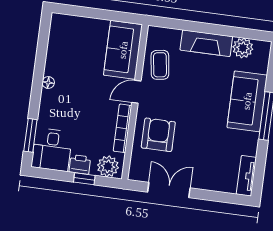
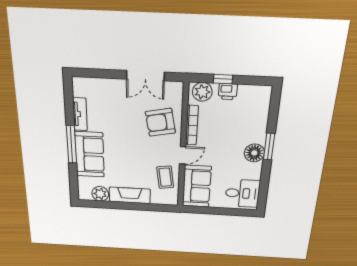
floor lamp: (48, 83) -> (254, 153), width x1.89, depth x1.89
window: (30, 135) -> (269, 147), moved
armchair: (158, 135) -> (160, 122), turned 79
desk: (52, 150) -> (242, 193), moved, turned 90
tv unit: (246, 176) -> (80, 114), moved

